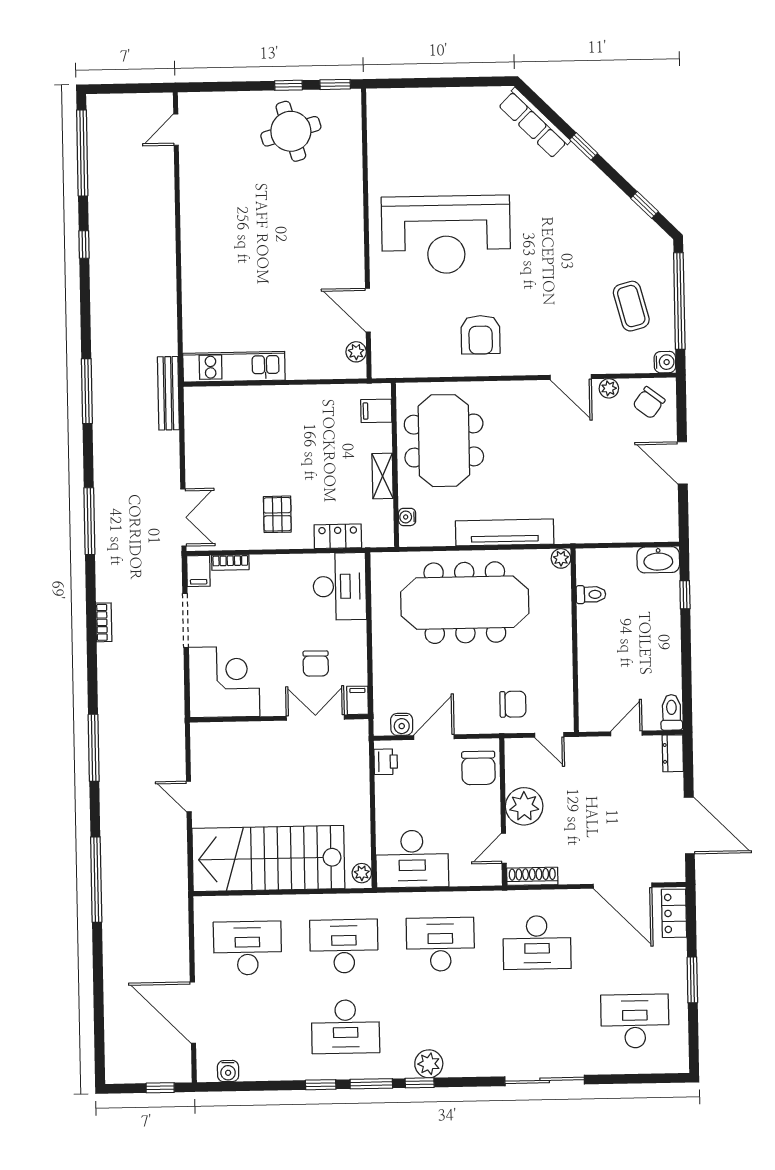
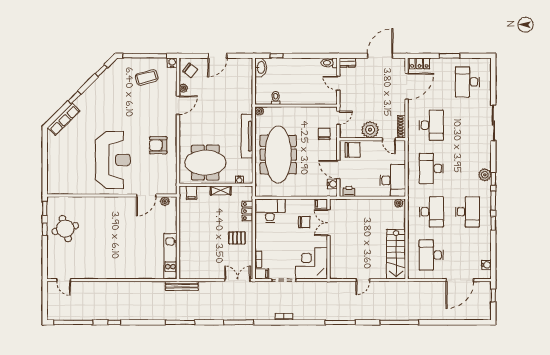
armchair: (481, 335) -> (158, 145), turned 180
stairs: (268, 858) -> (396, 254), width x0.73, depth x0.66
desk: (344, 946) -> (431, 212), turned 180

